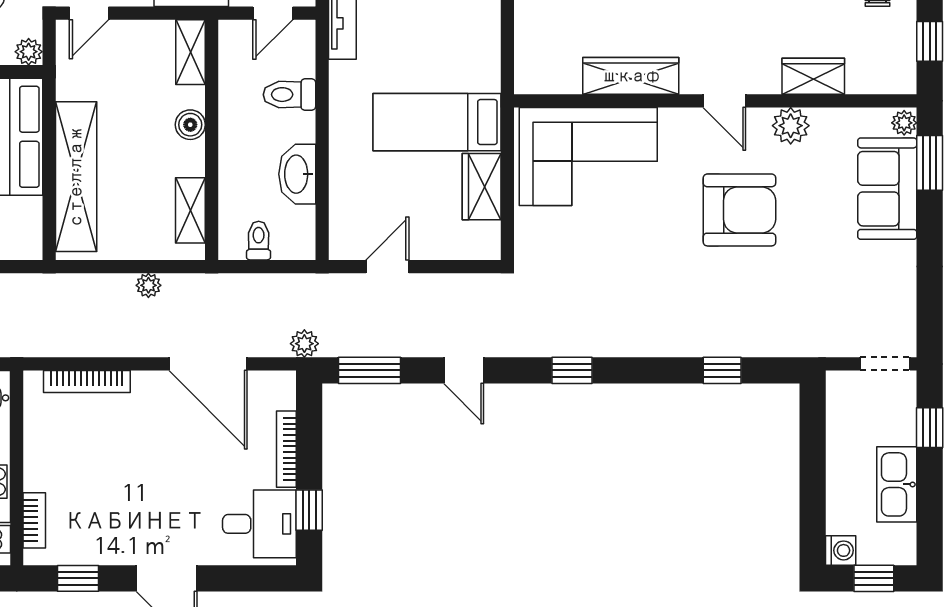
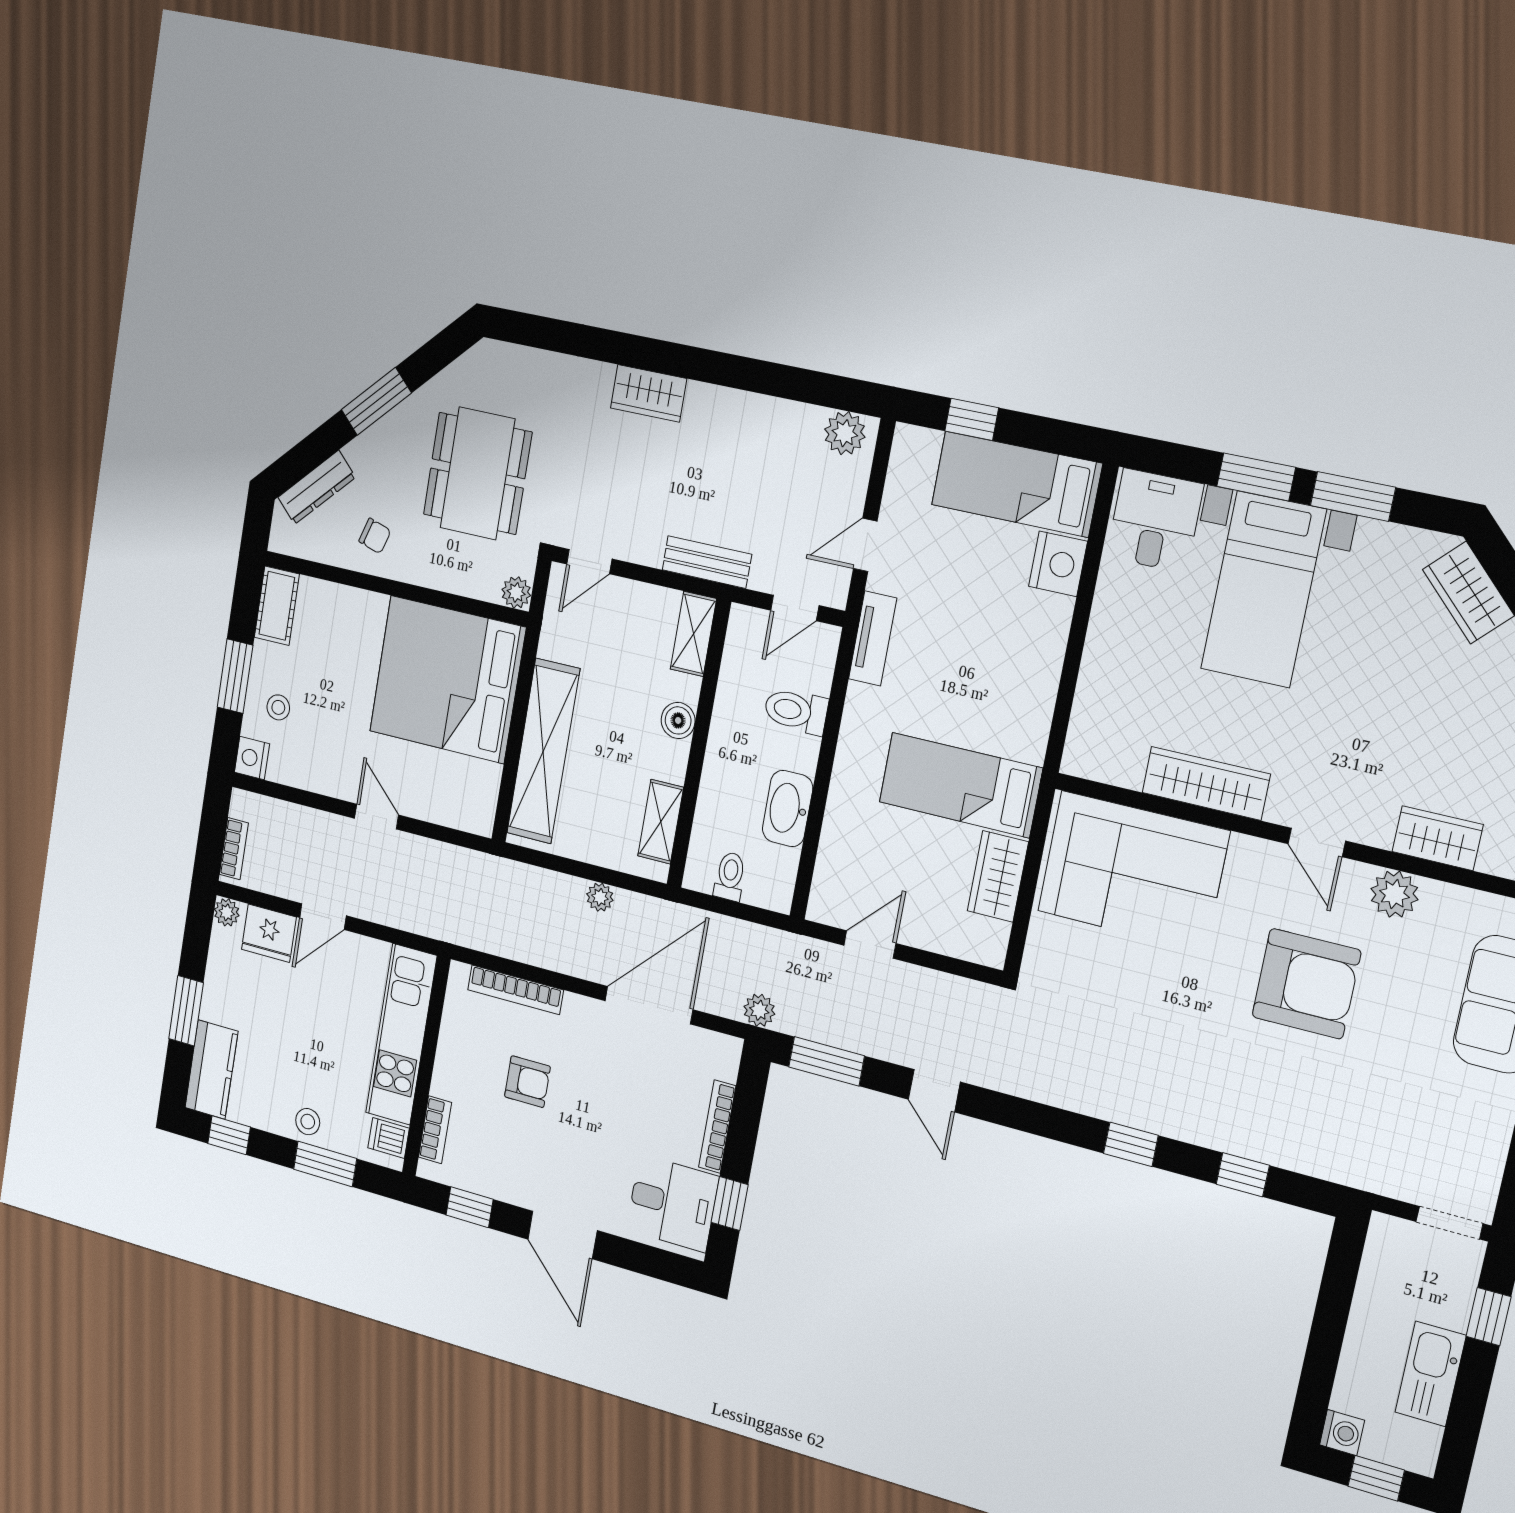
door: (208, 364) -> (649, 1005), swing flipped
window: (572, 370) -> (1131, 1144), moved
armchair: (112, 456) -> (527, 1082), added

